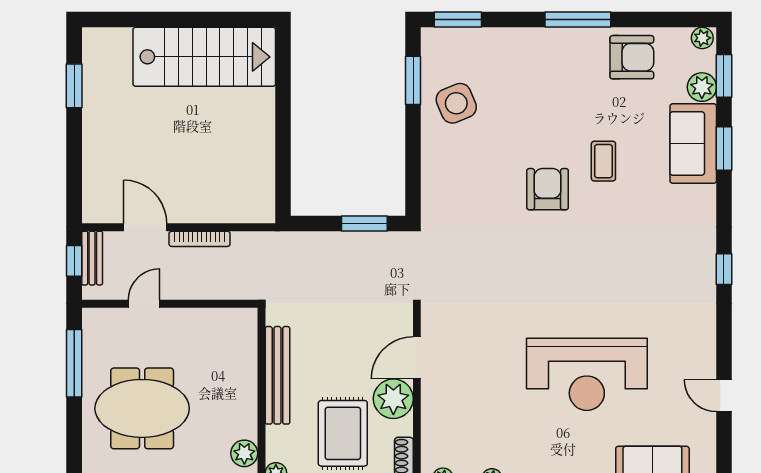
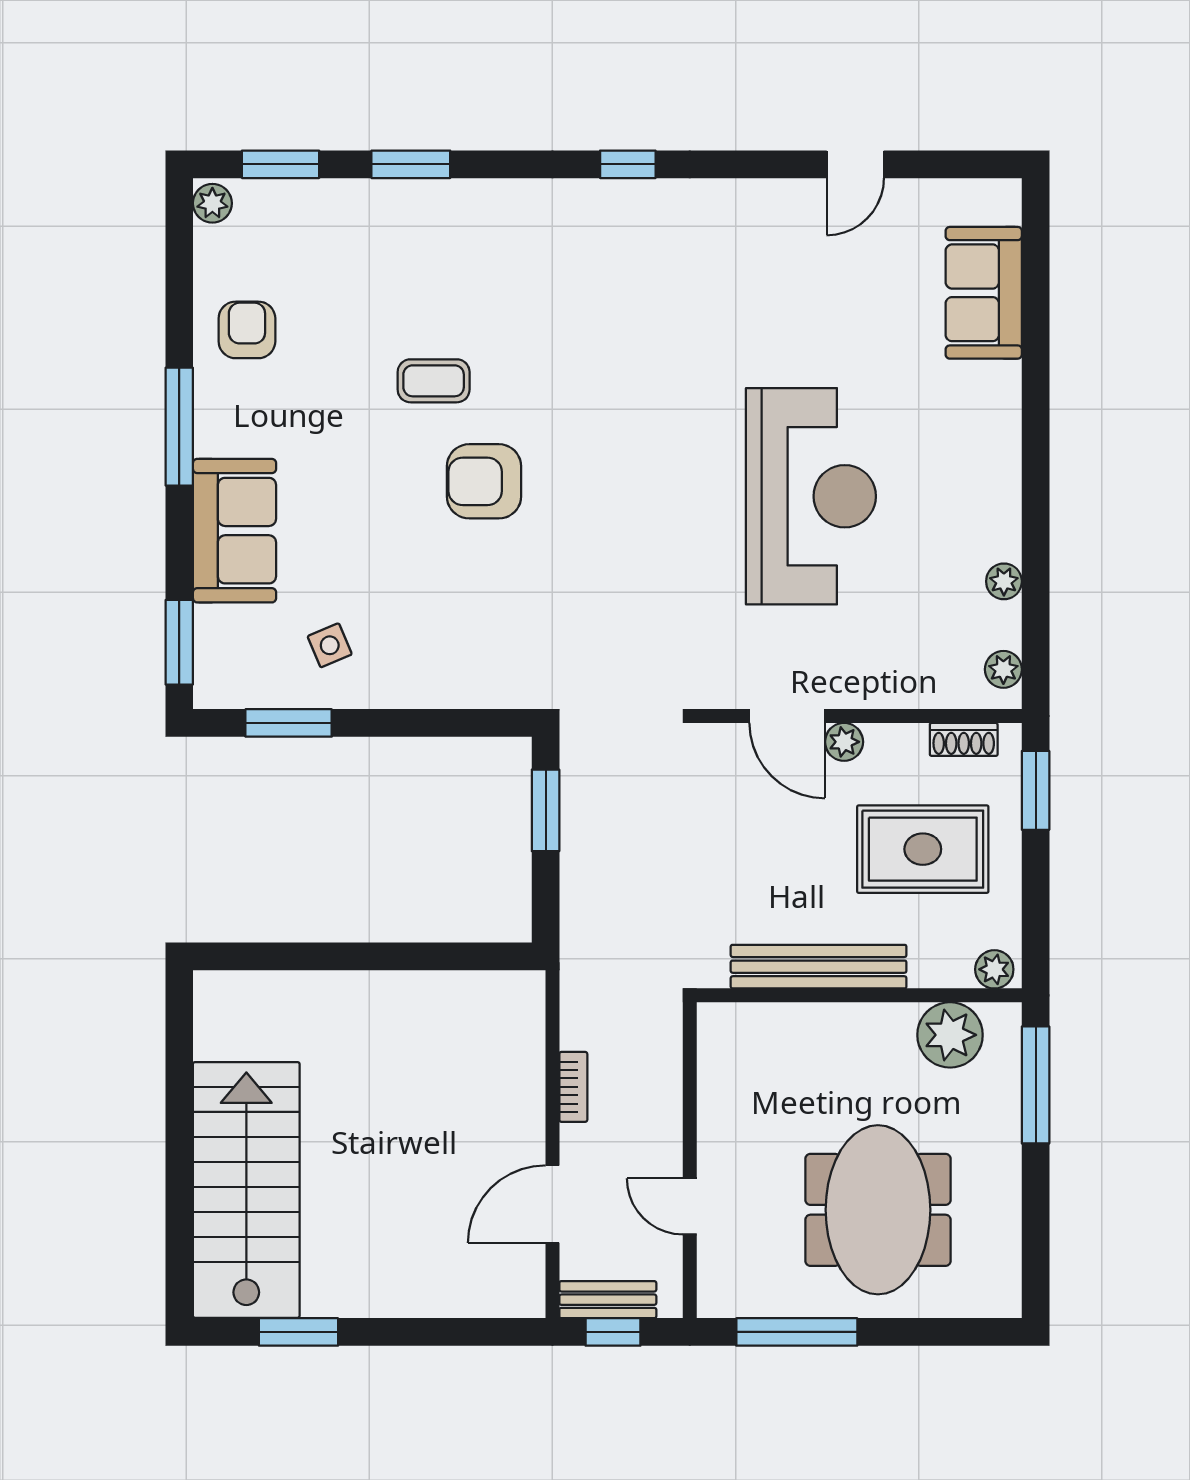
stairs: (204, 57) -> (246, 1190), moved
armchair: (632, 57) -> (247, 330), width x0.72, depth x0.72
plant: (702, 87) -> (301, 204), removed
side table: (456, 103) -> (330, 645), width x0.54, depth x0.54
sofa: (693, 143) -> (235, 531), moved, turned -90
bookcase: (200, 239) -> (573, 1087), width x0.64
reception desk: (587, 374) -> (811, 496), moved
plant: (393, 399) -> (844, 742), width x0.53, depth x0.53
plant: (244, 453) -> (950, 1035), width x1.36, depth x1.36

